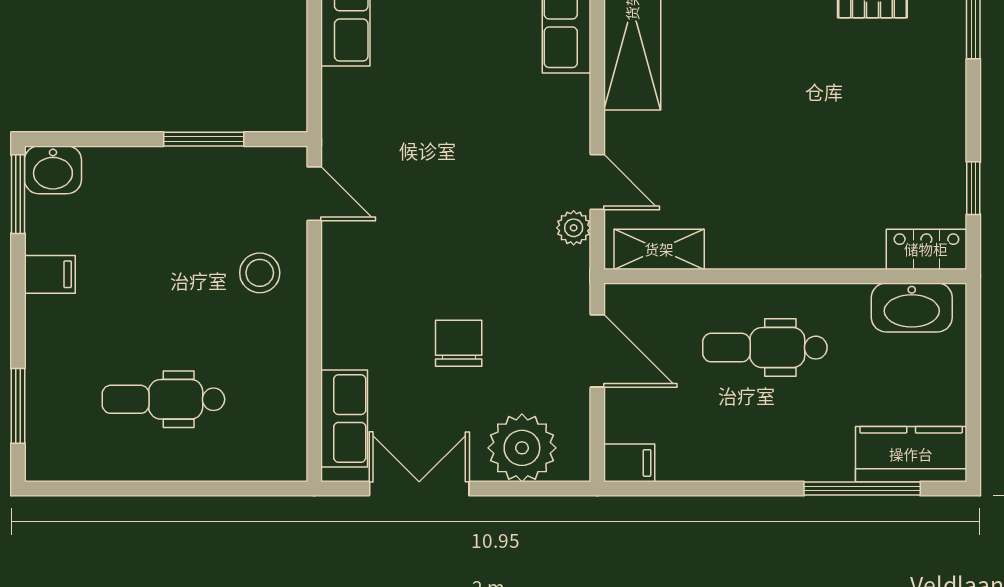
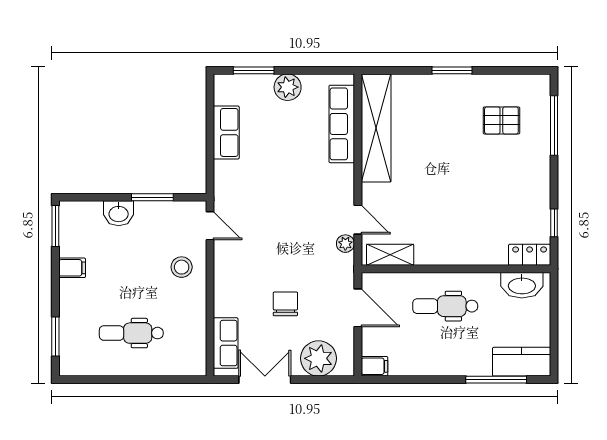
washbasin: (53, 170) -> (119, 213), moved

